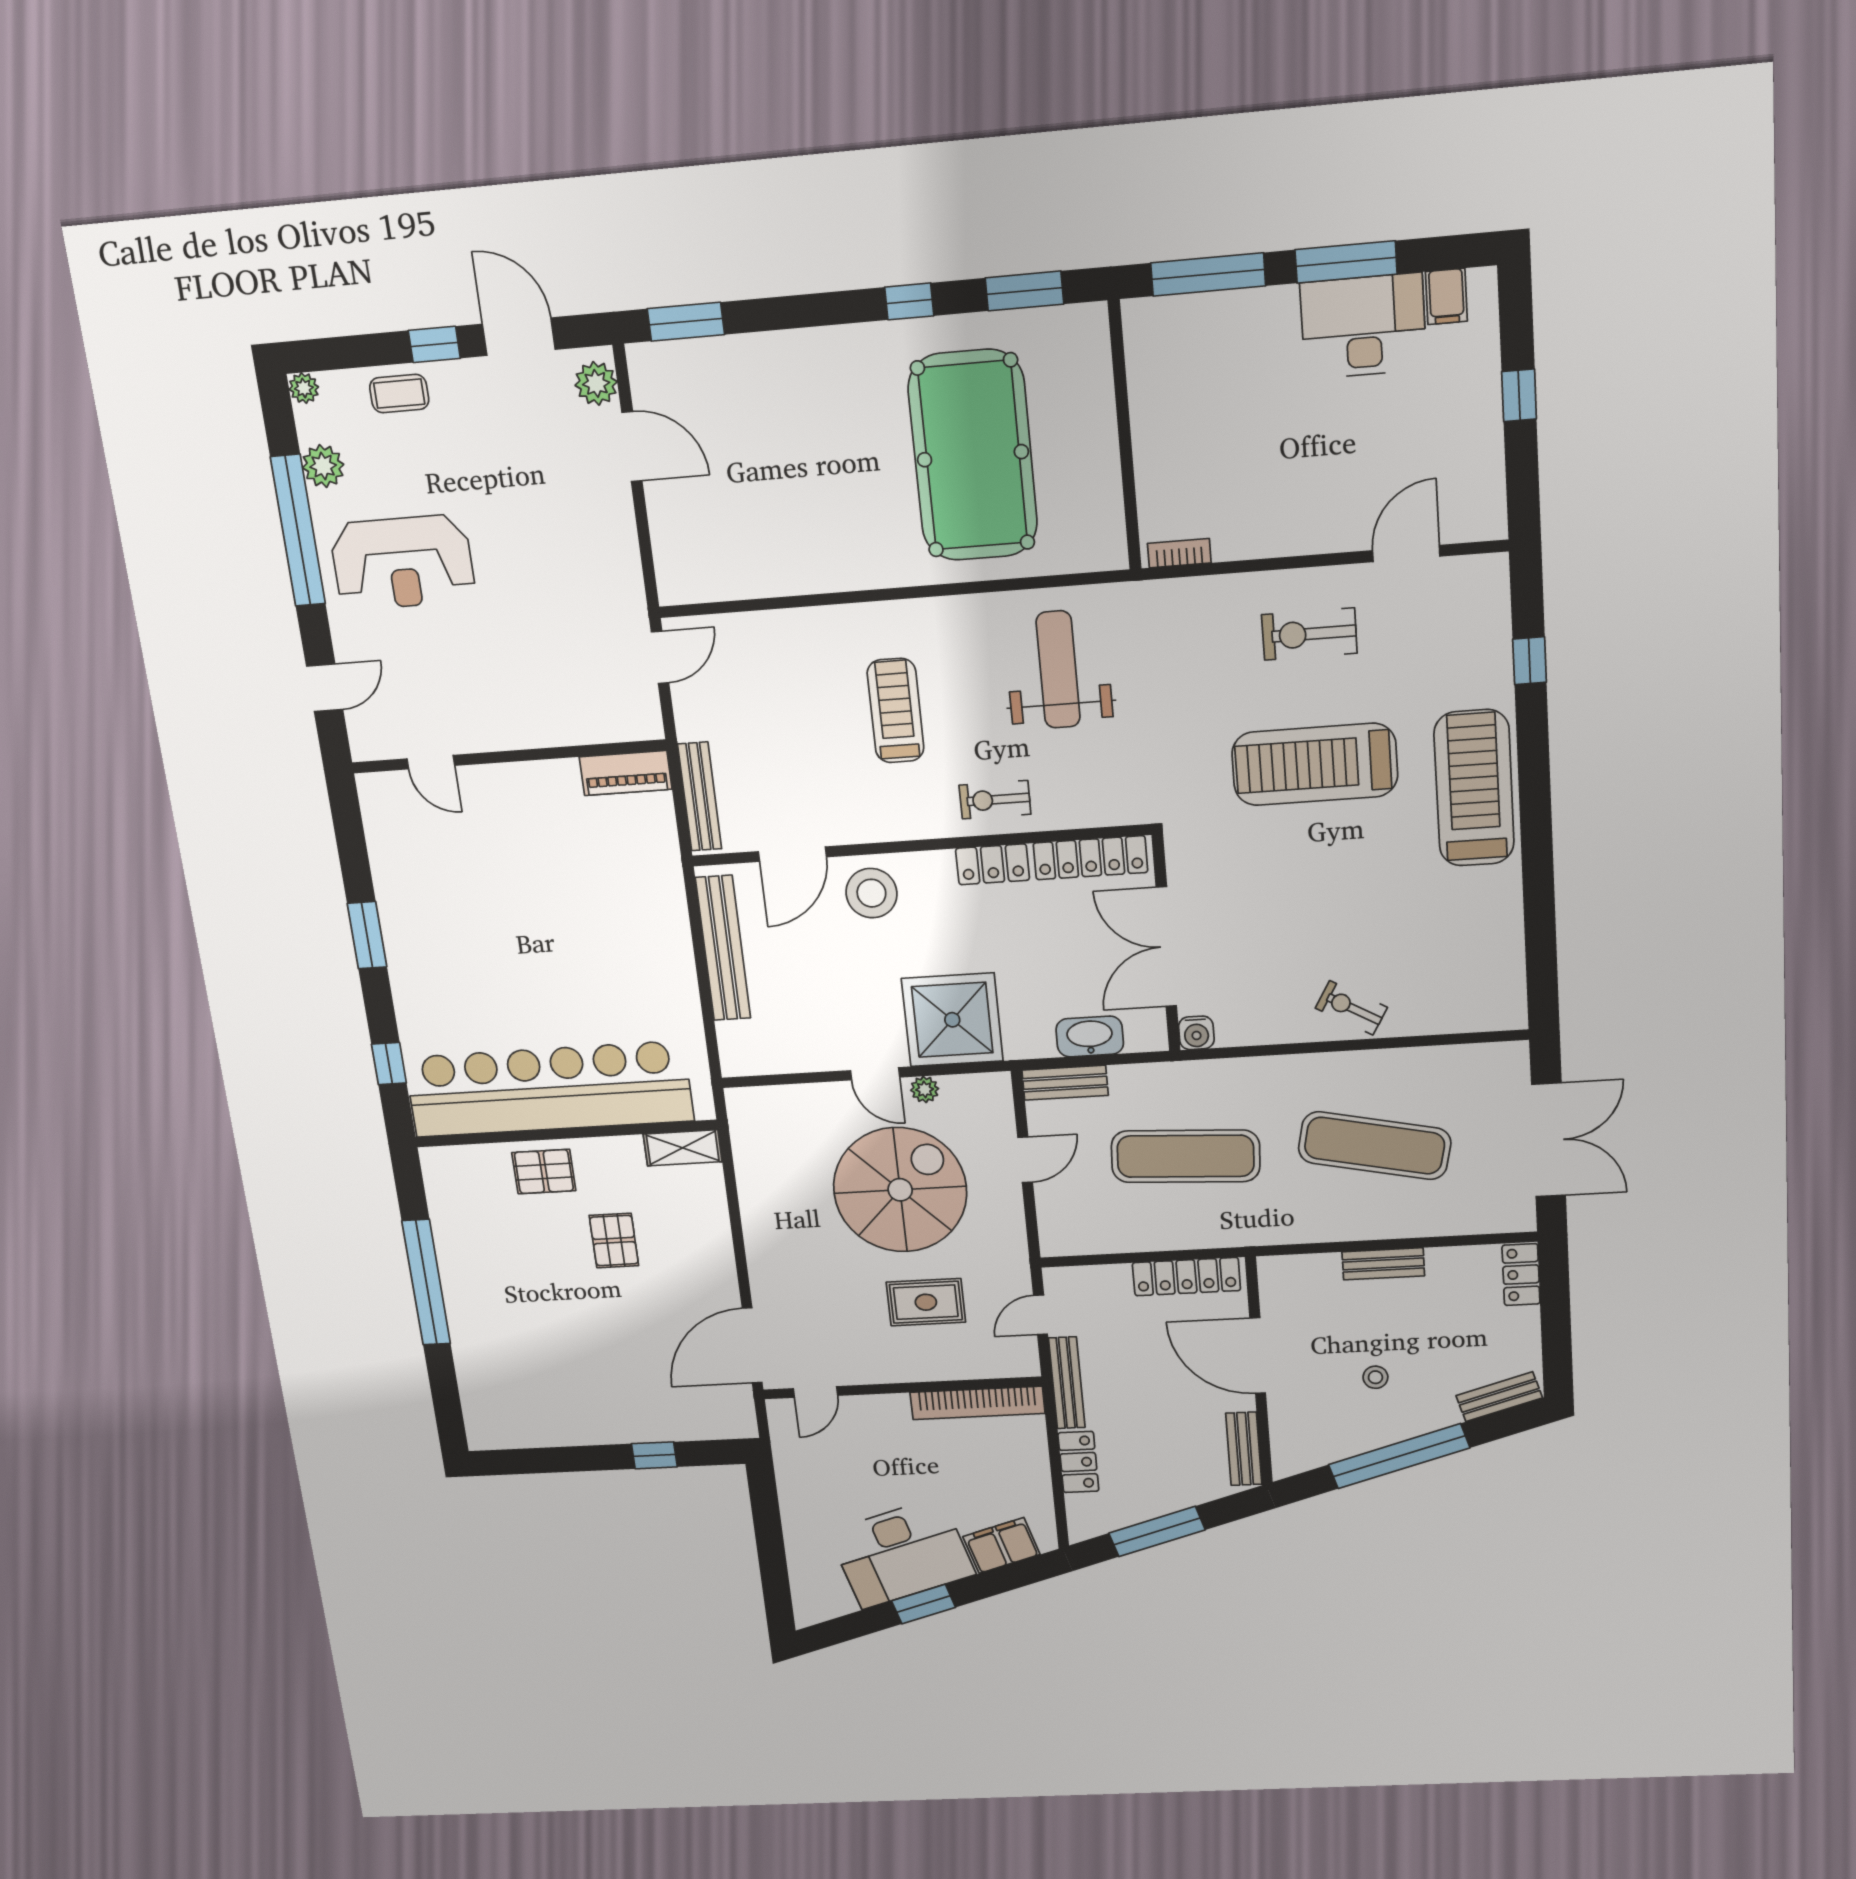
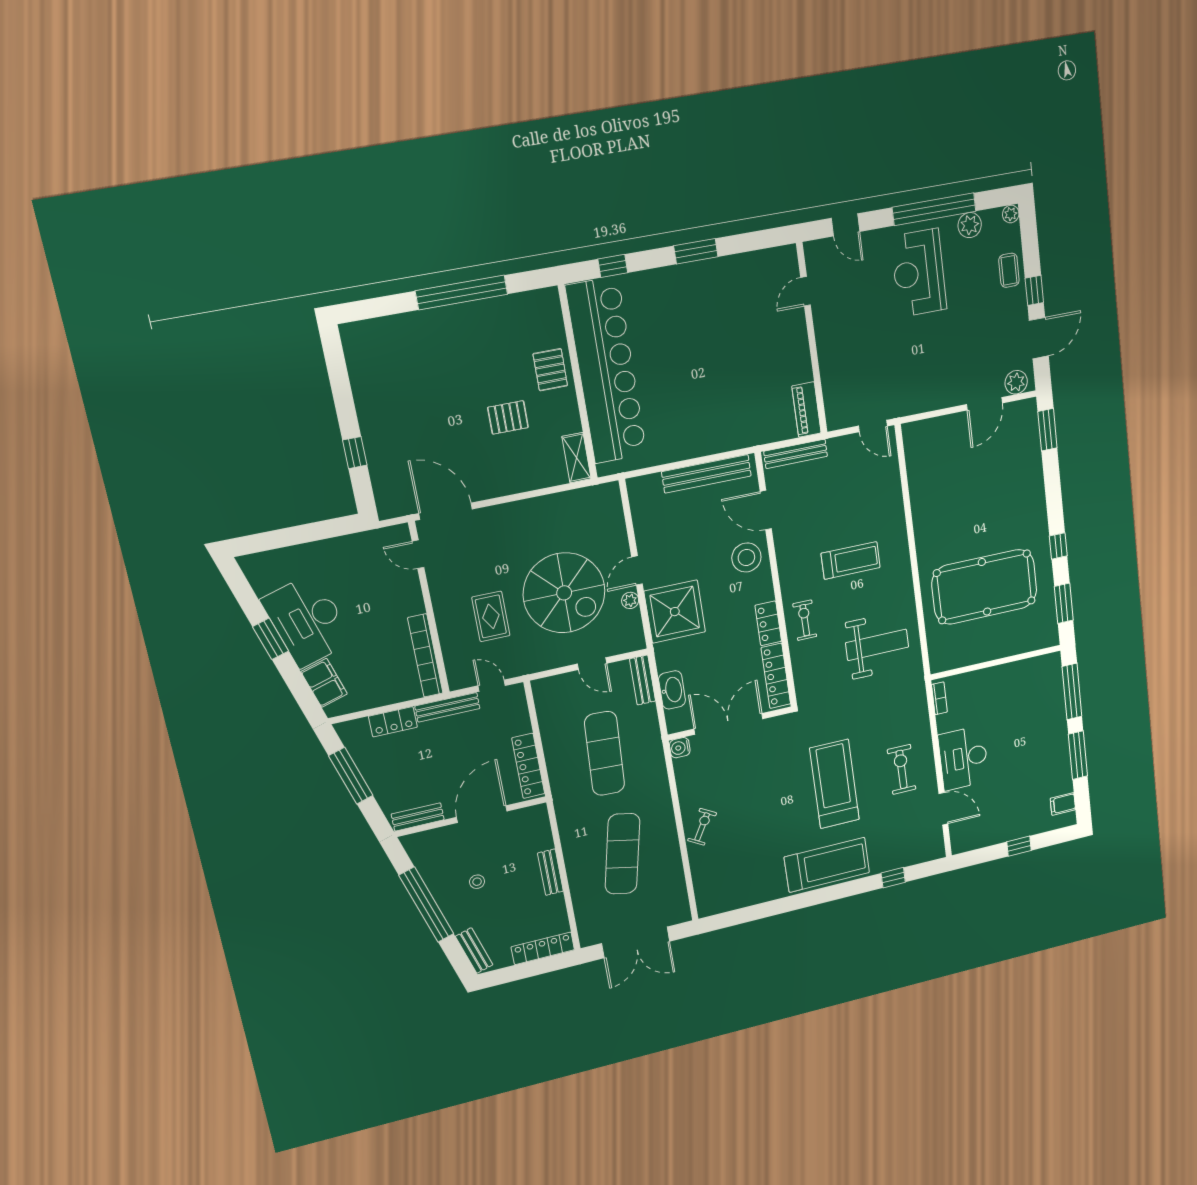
desk: (1363, 326) -> (963, 758), moved, turned 180
locker: (1521, 1275) -> (543, 948), width x1.53

